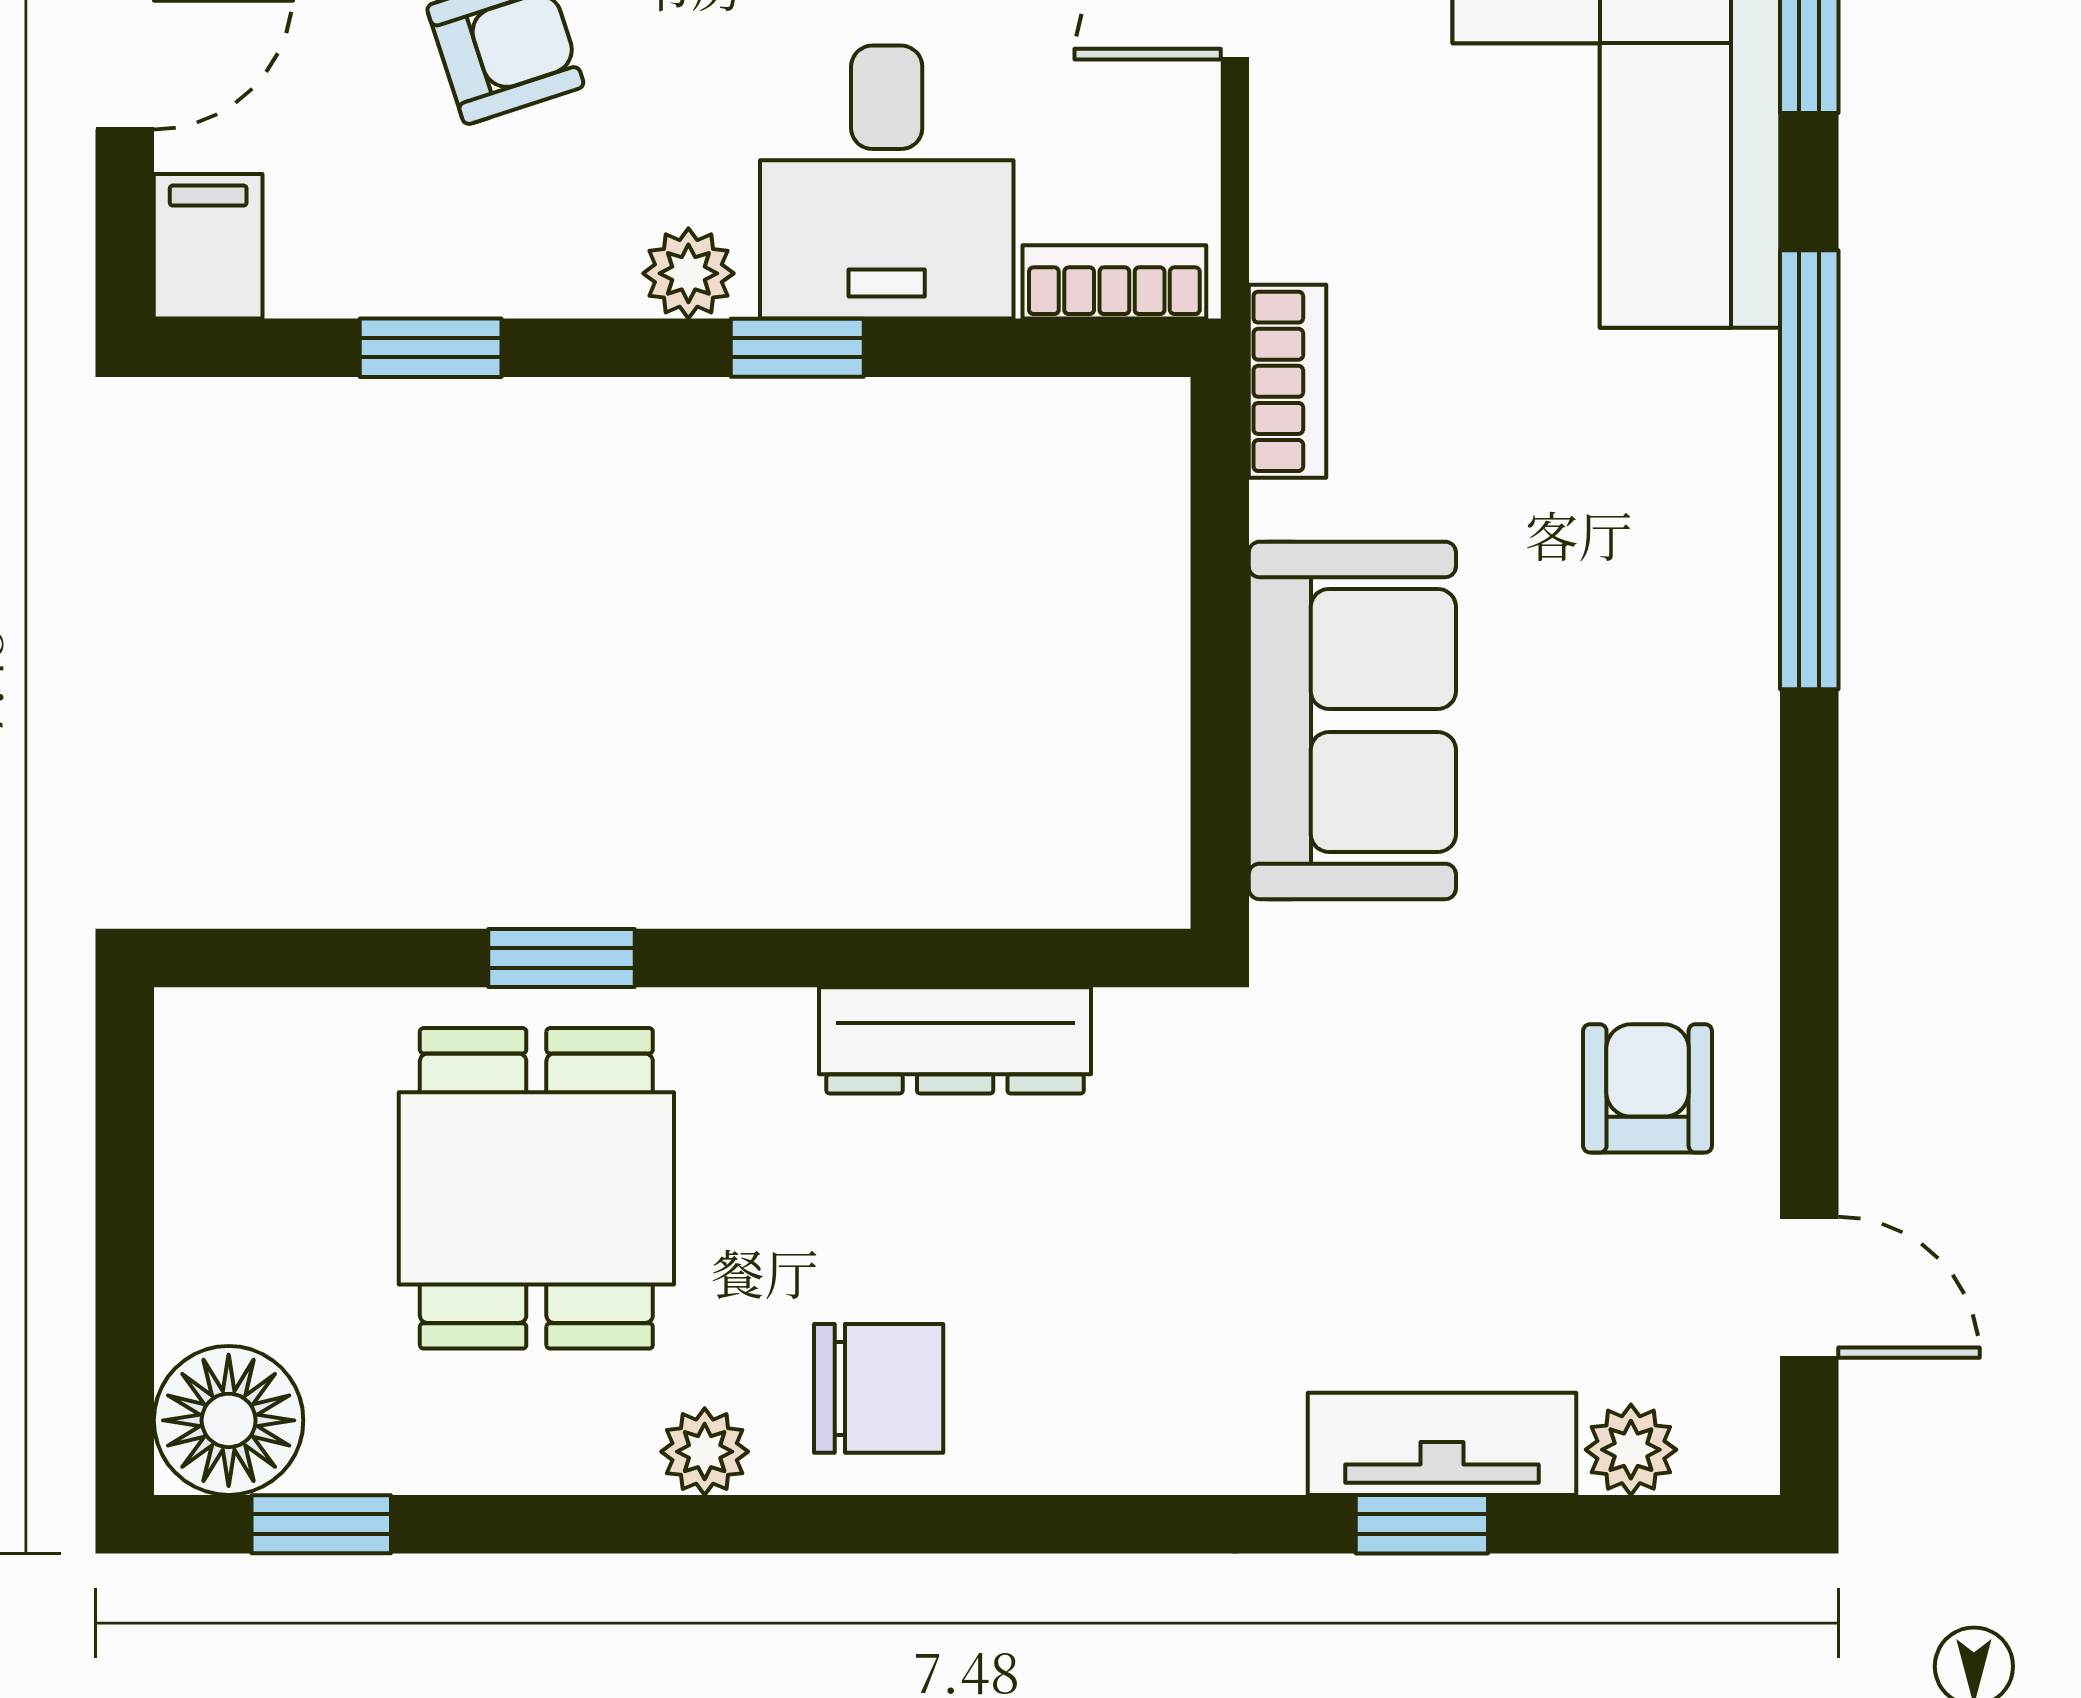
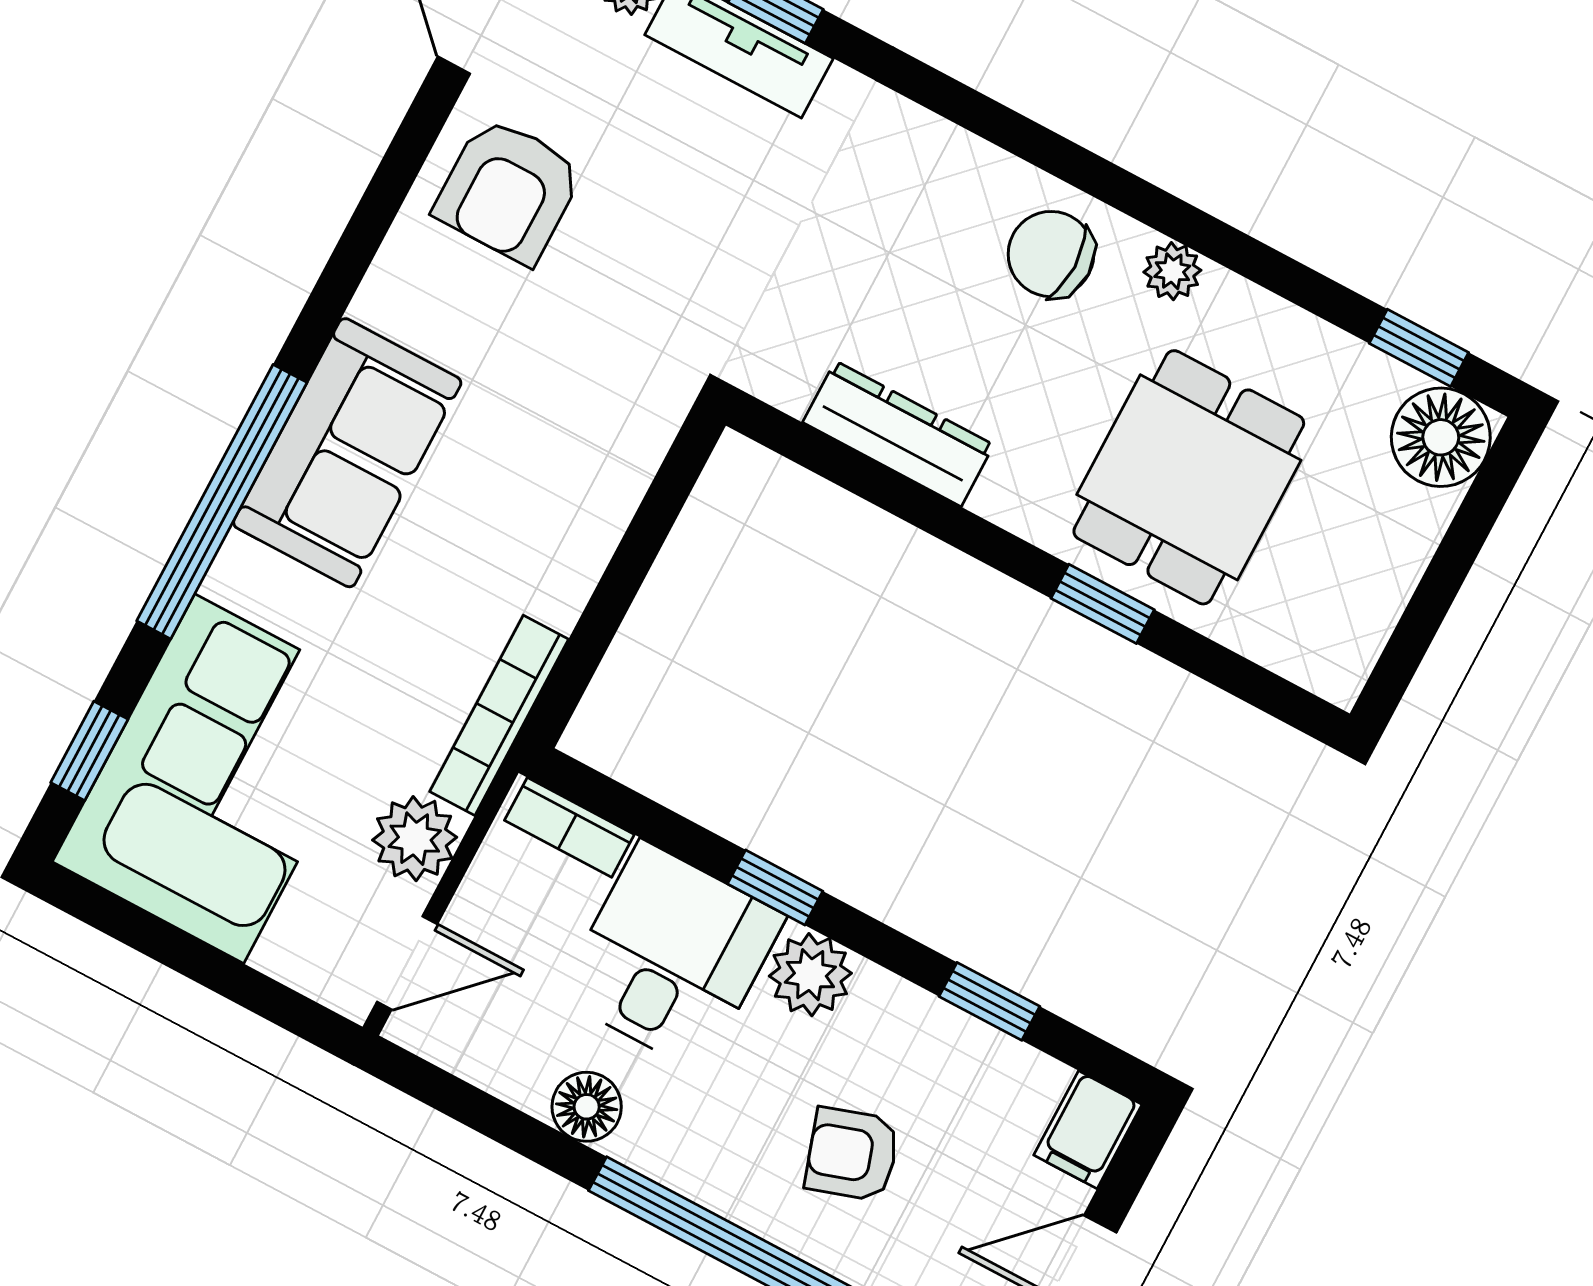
plant: (1313, 157) -> (415, 839), added
plant: (688, 273) -> (810, 975), width x1.38, depth x1.38
bookcase: (1288, 381) -> (499, 715), width x1.56
sofa: (1352, 720) -> (347, 453), moved, turned 180
armchair: (1648, 1088) -> (509, 190), width x1.38, depth x1.38

